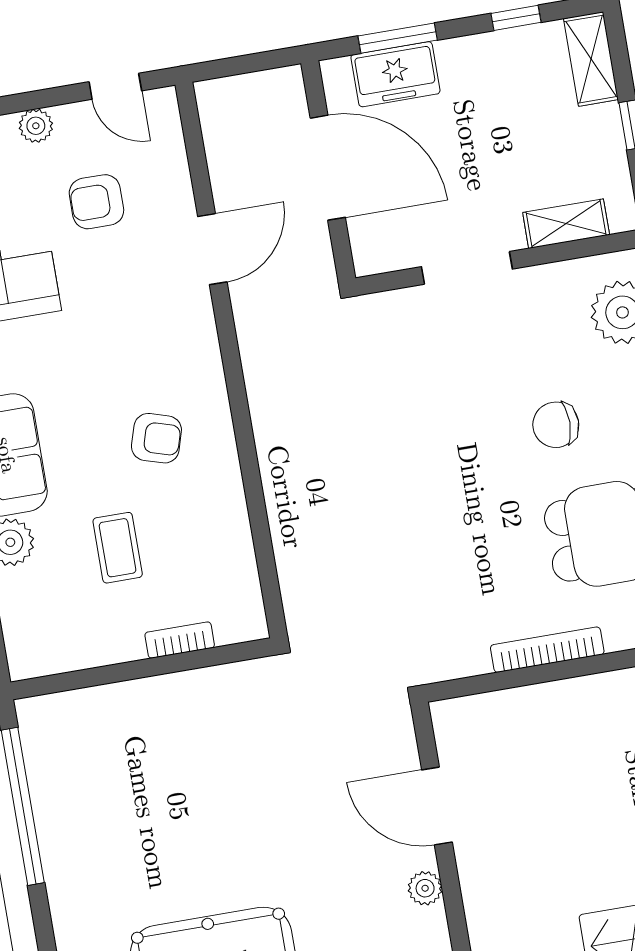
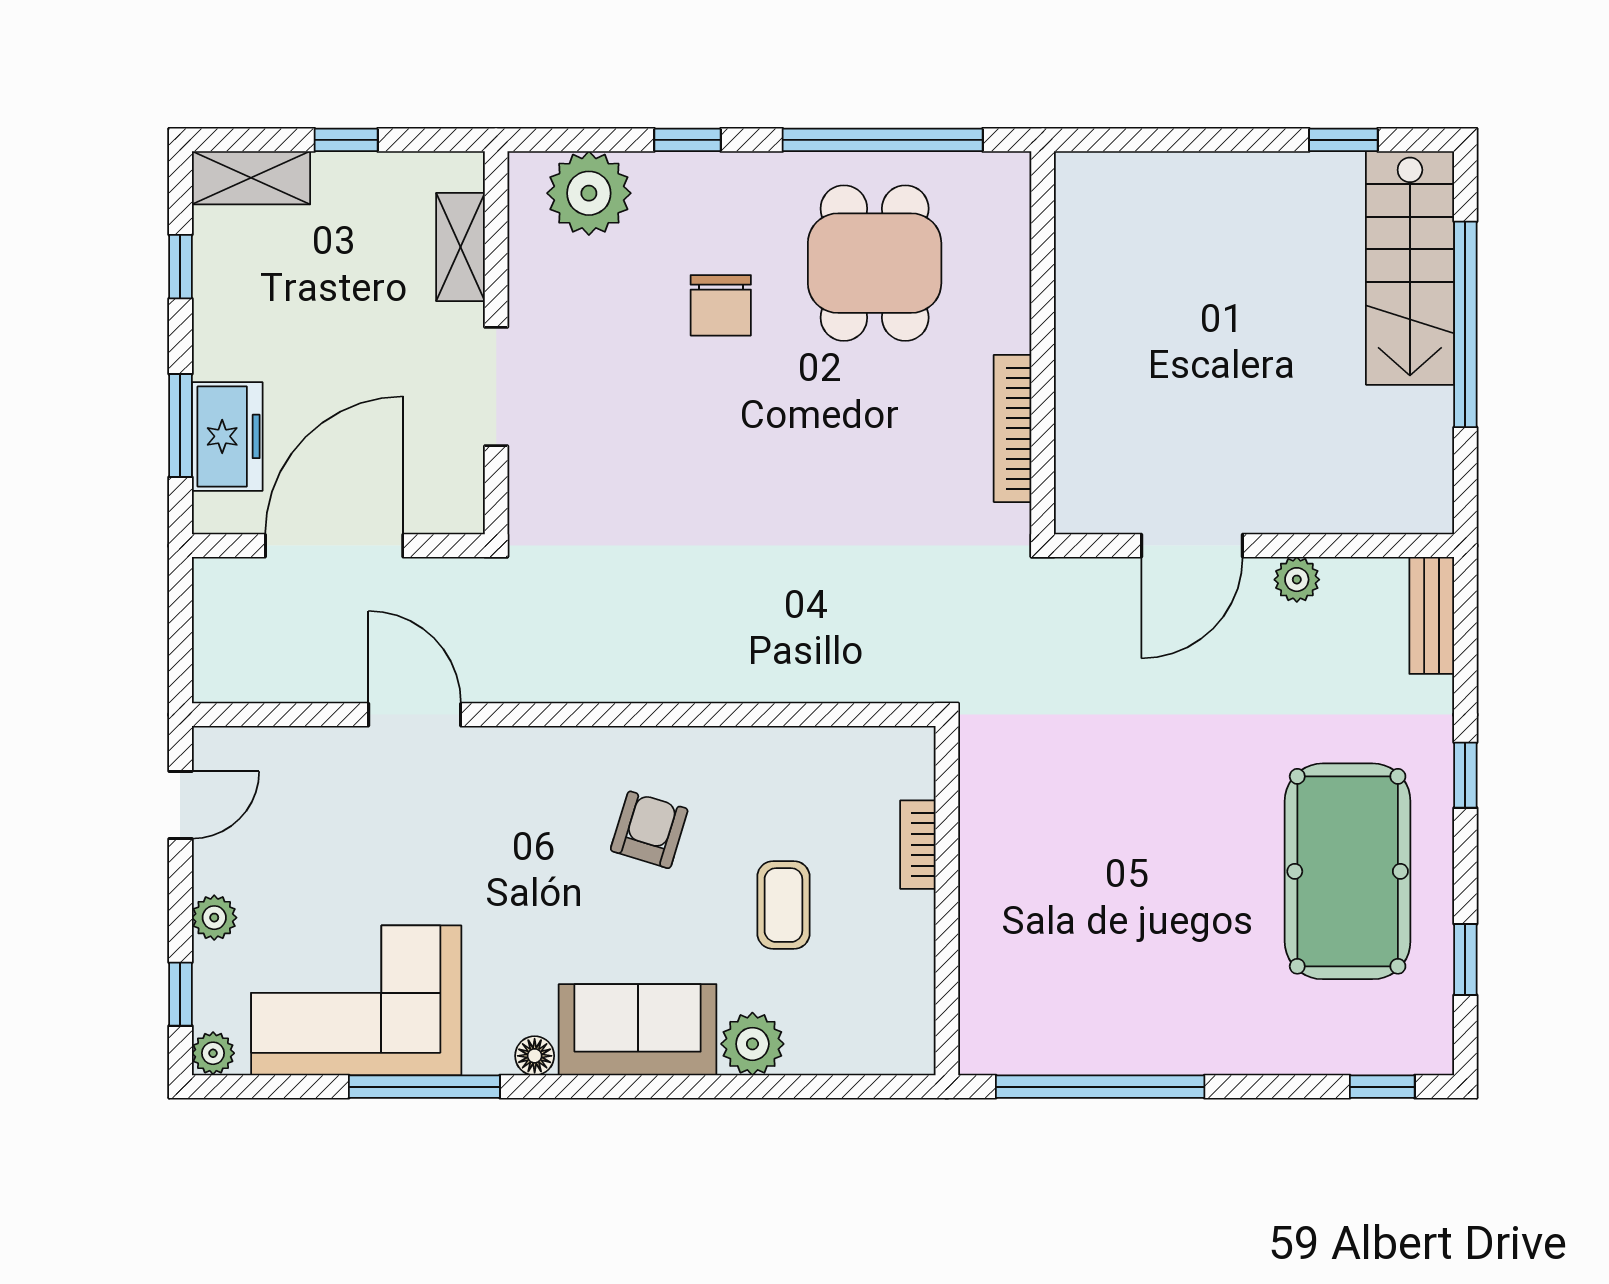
armchair: (96, 202) -> (327, 855), removed
coffee table: (118, 548) -> (783, 905), turned 90
bookcase: (547, 650) -> (1013, 428), moved

